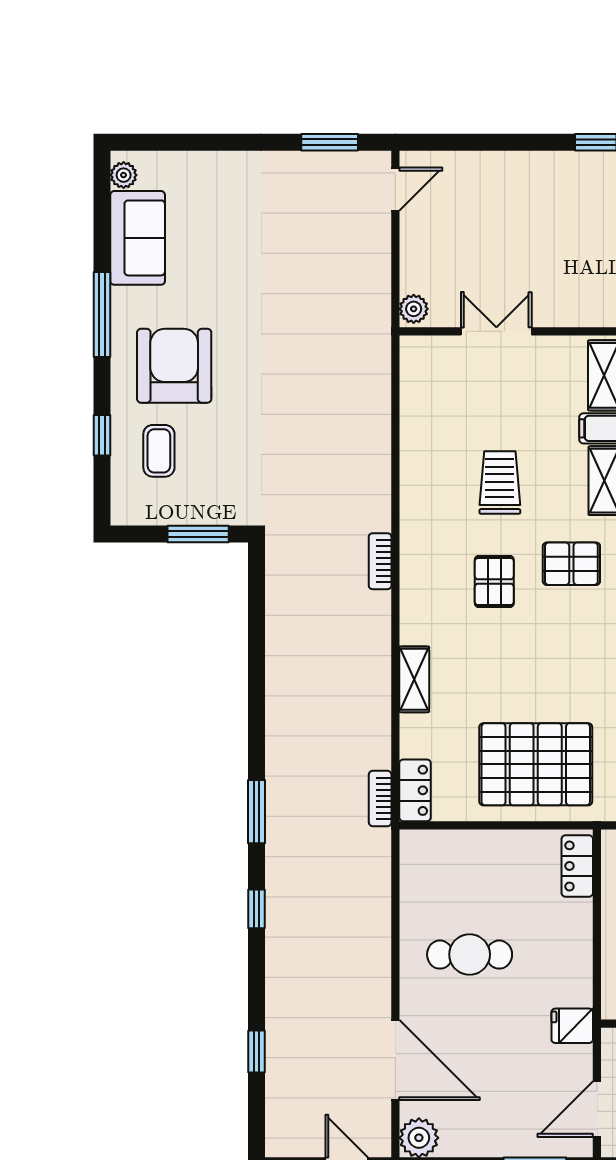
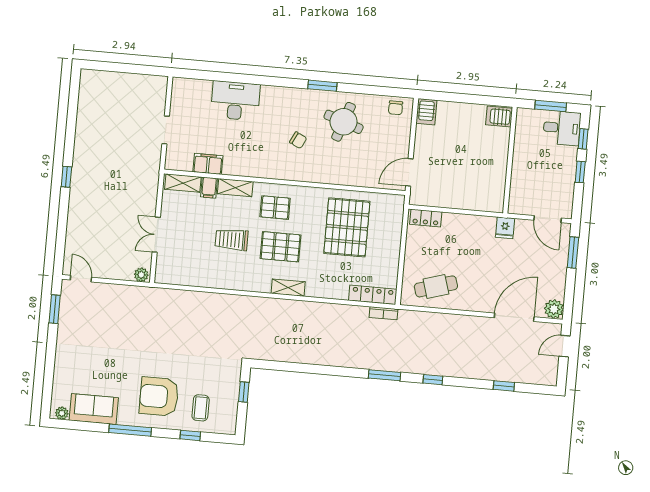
coffee table: (159, 451) -> (201, 408), turned 90
window: (198, 534) -> (244, 392), width x0.67
bookcase: (380, 561) -> (265, 303), removed
pallet: (571, 564) -> (275, 208), turned 90
pallet: (494, 582) -> (281, 247), width x1.50, depth x1.42
shelving: (414, 679) -> (288, 288), moved
pallet: (536, 764) -> (347, 227), moved
locker: (415, 790) -> (373, 295), width x1.53
cafe table: (470, 955) -> (436, 286), moved, turned 73

